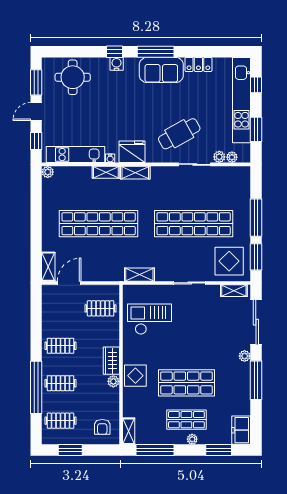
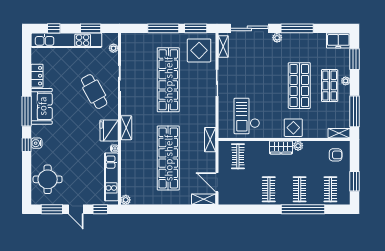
plant: (219, 157) -> (113, 59), removed
shelving: (106, 172) -> (126, 152), removed
shelving: (139, 275) -> (210, 140), moved

